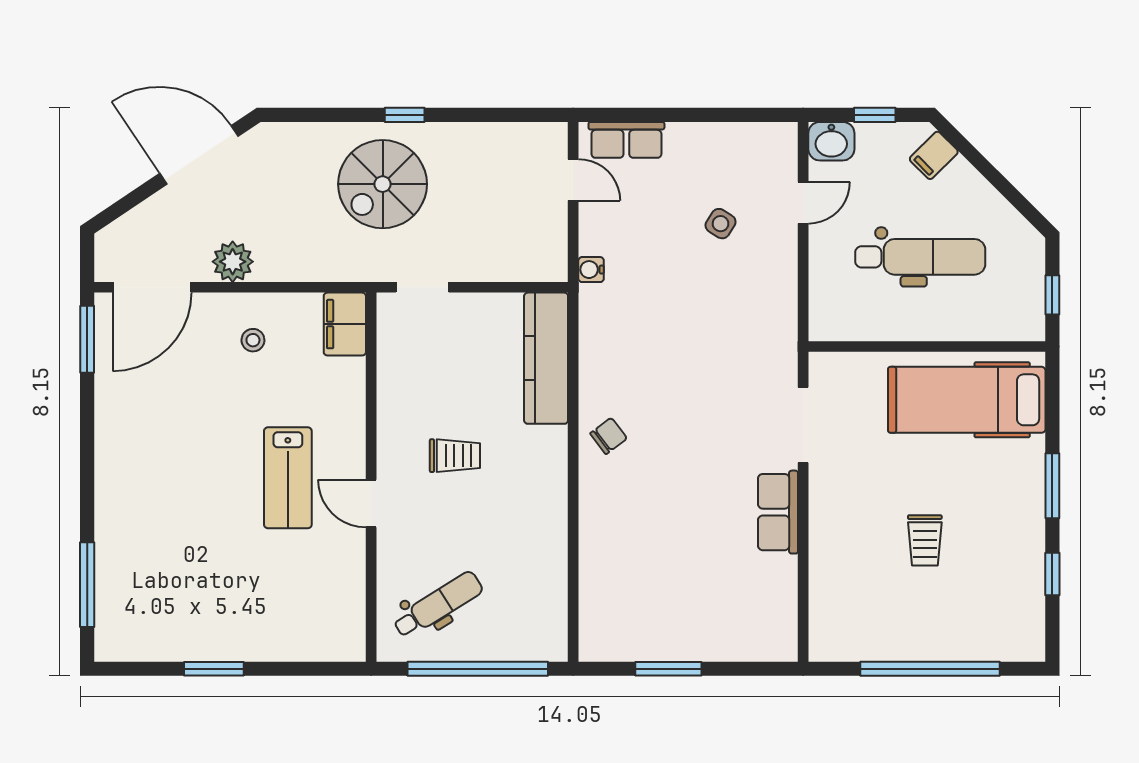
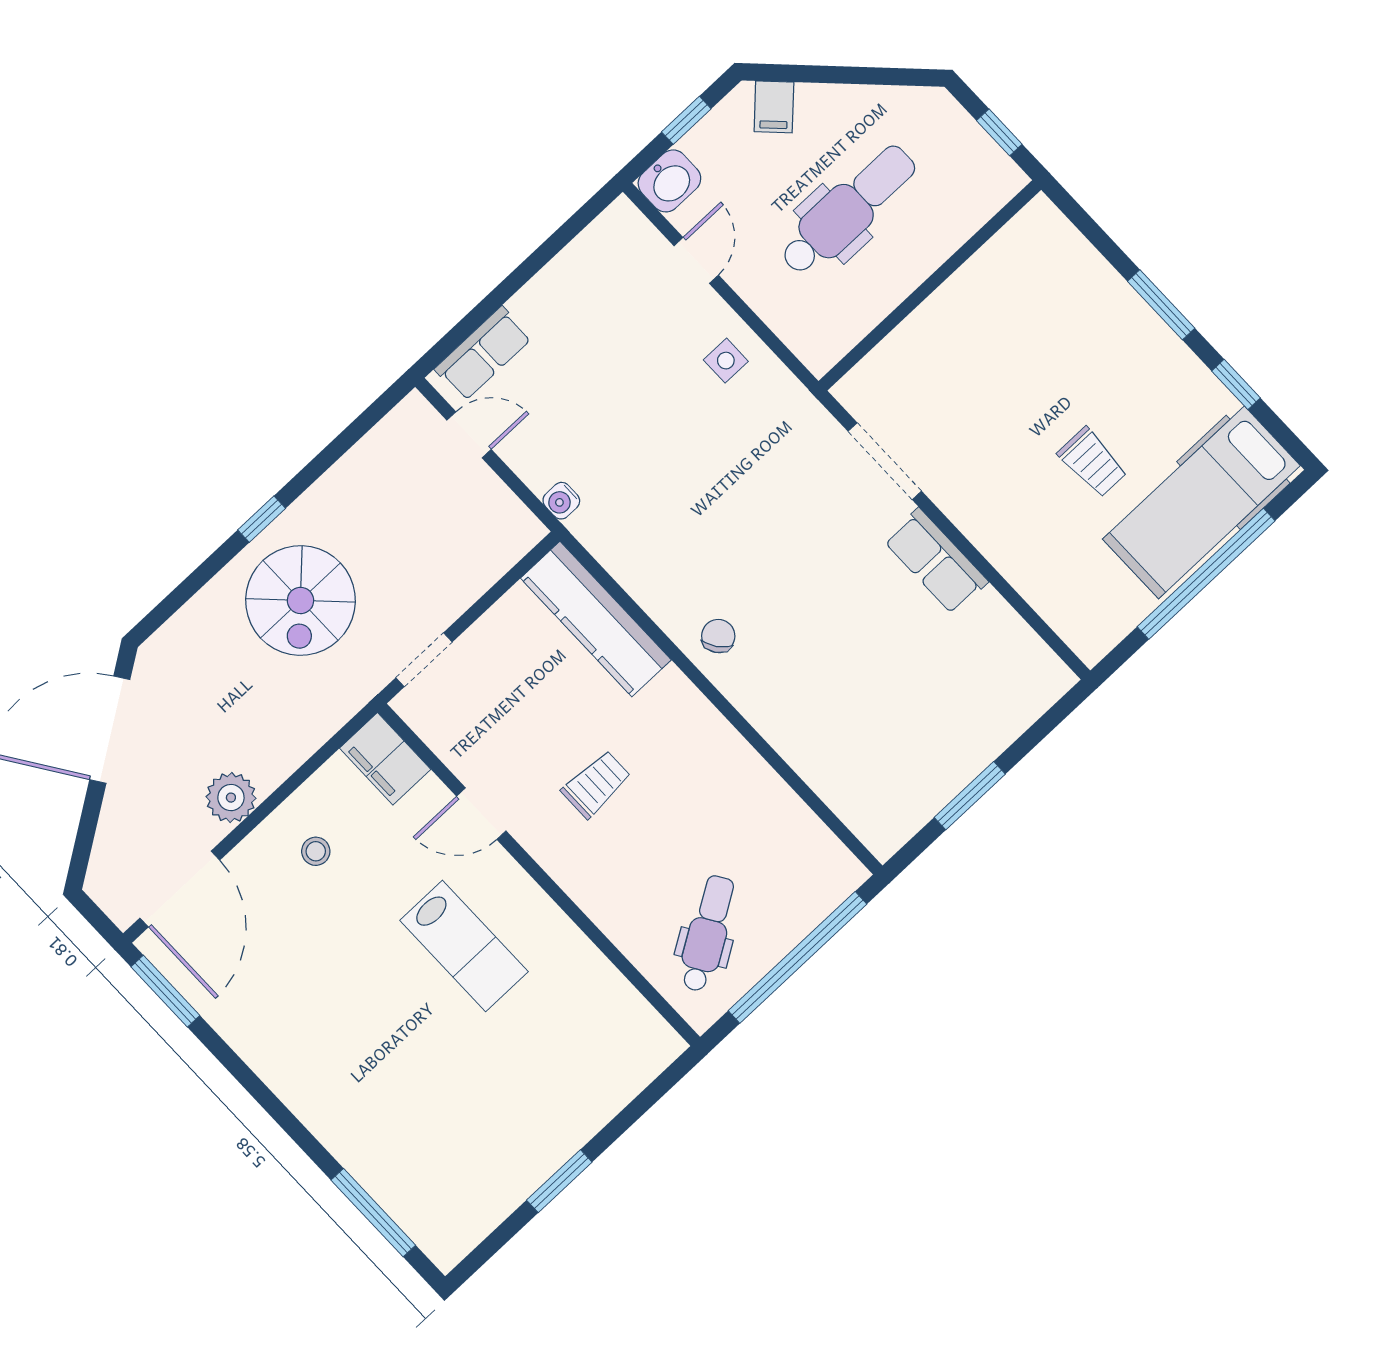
side table: (721, 224) -> (726, 361), moved, turned -32
hospital bed: (967, 400) -> (1201, 502), moved
door: (371, 504) -> (481, 814), moved

